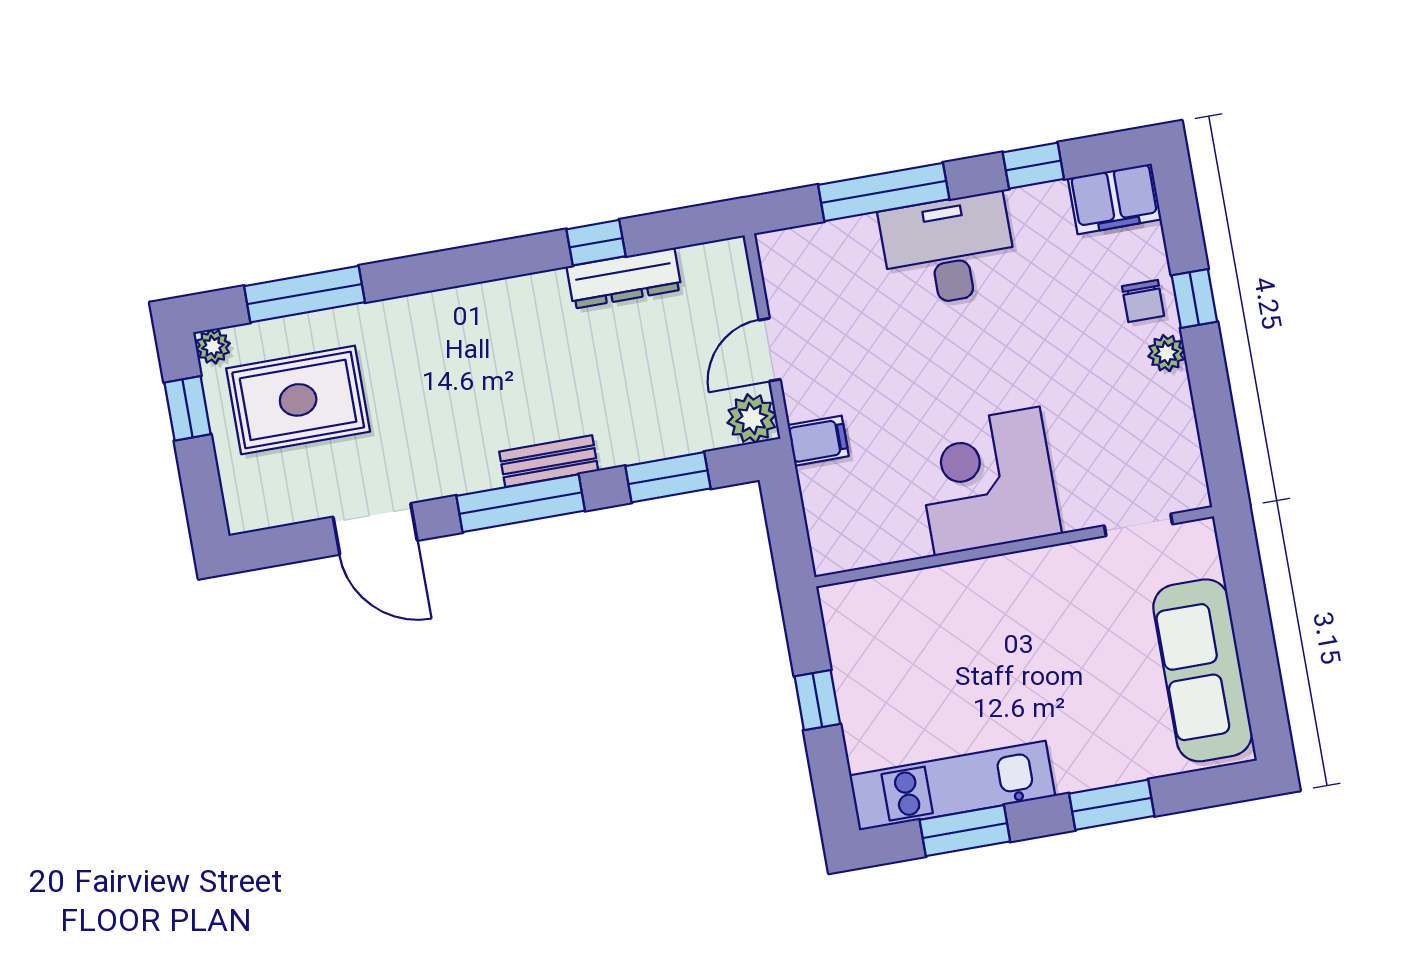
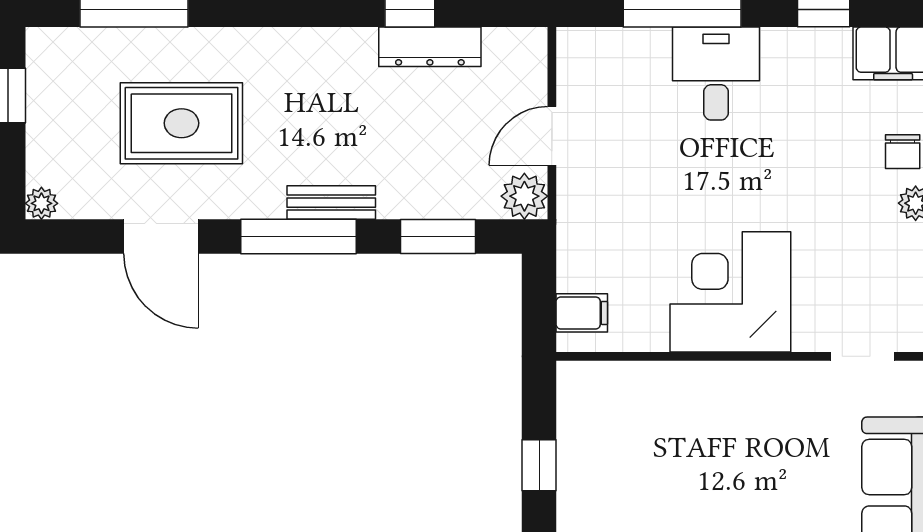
desk: (948, 250) -> (716, 73), width x0.73
plant: (213, 346) -> (41, 203), moved
rug: (298, 400) -> (181, 123), moved
filing cabinet: (818, 441) -> (582, 313), moved

